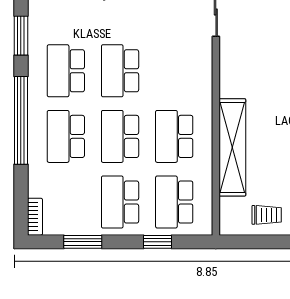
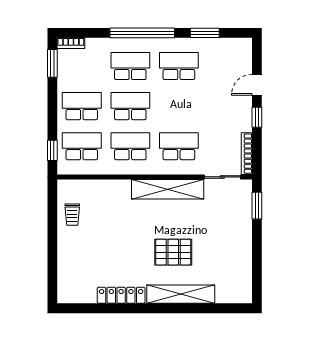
school desk: (120, 71) -> (179, 146), moved
shelving: (232, 147) -> (168, 189), moved
window: (83, 242) -> (52, 63), moved
window: (157, 242) -> (52, 150), moved

